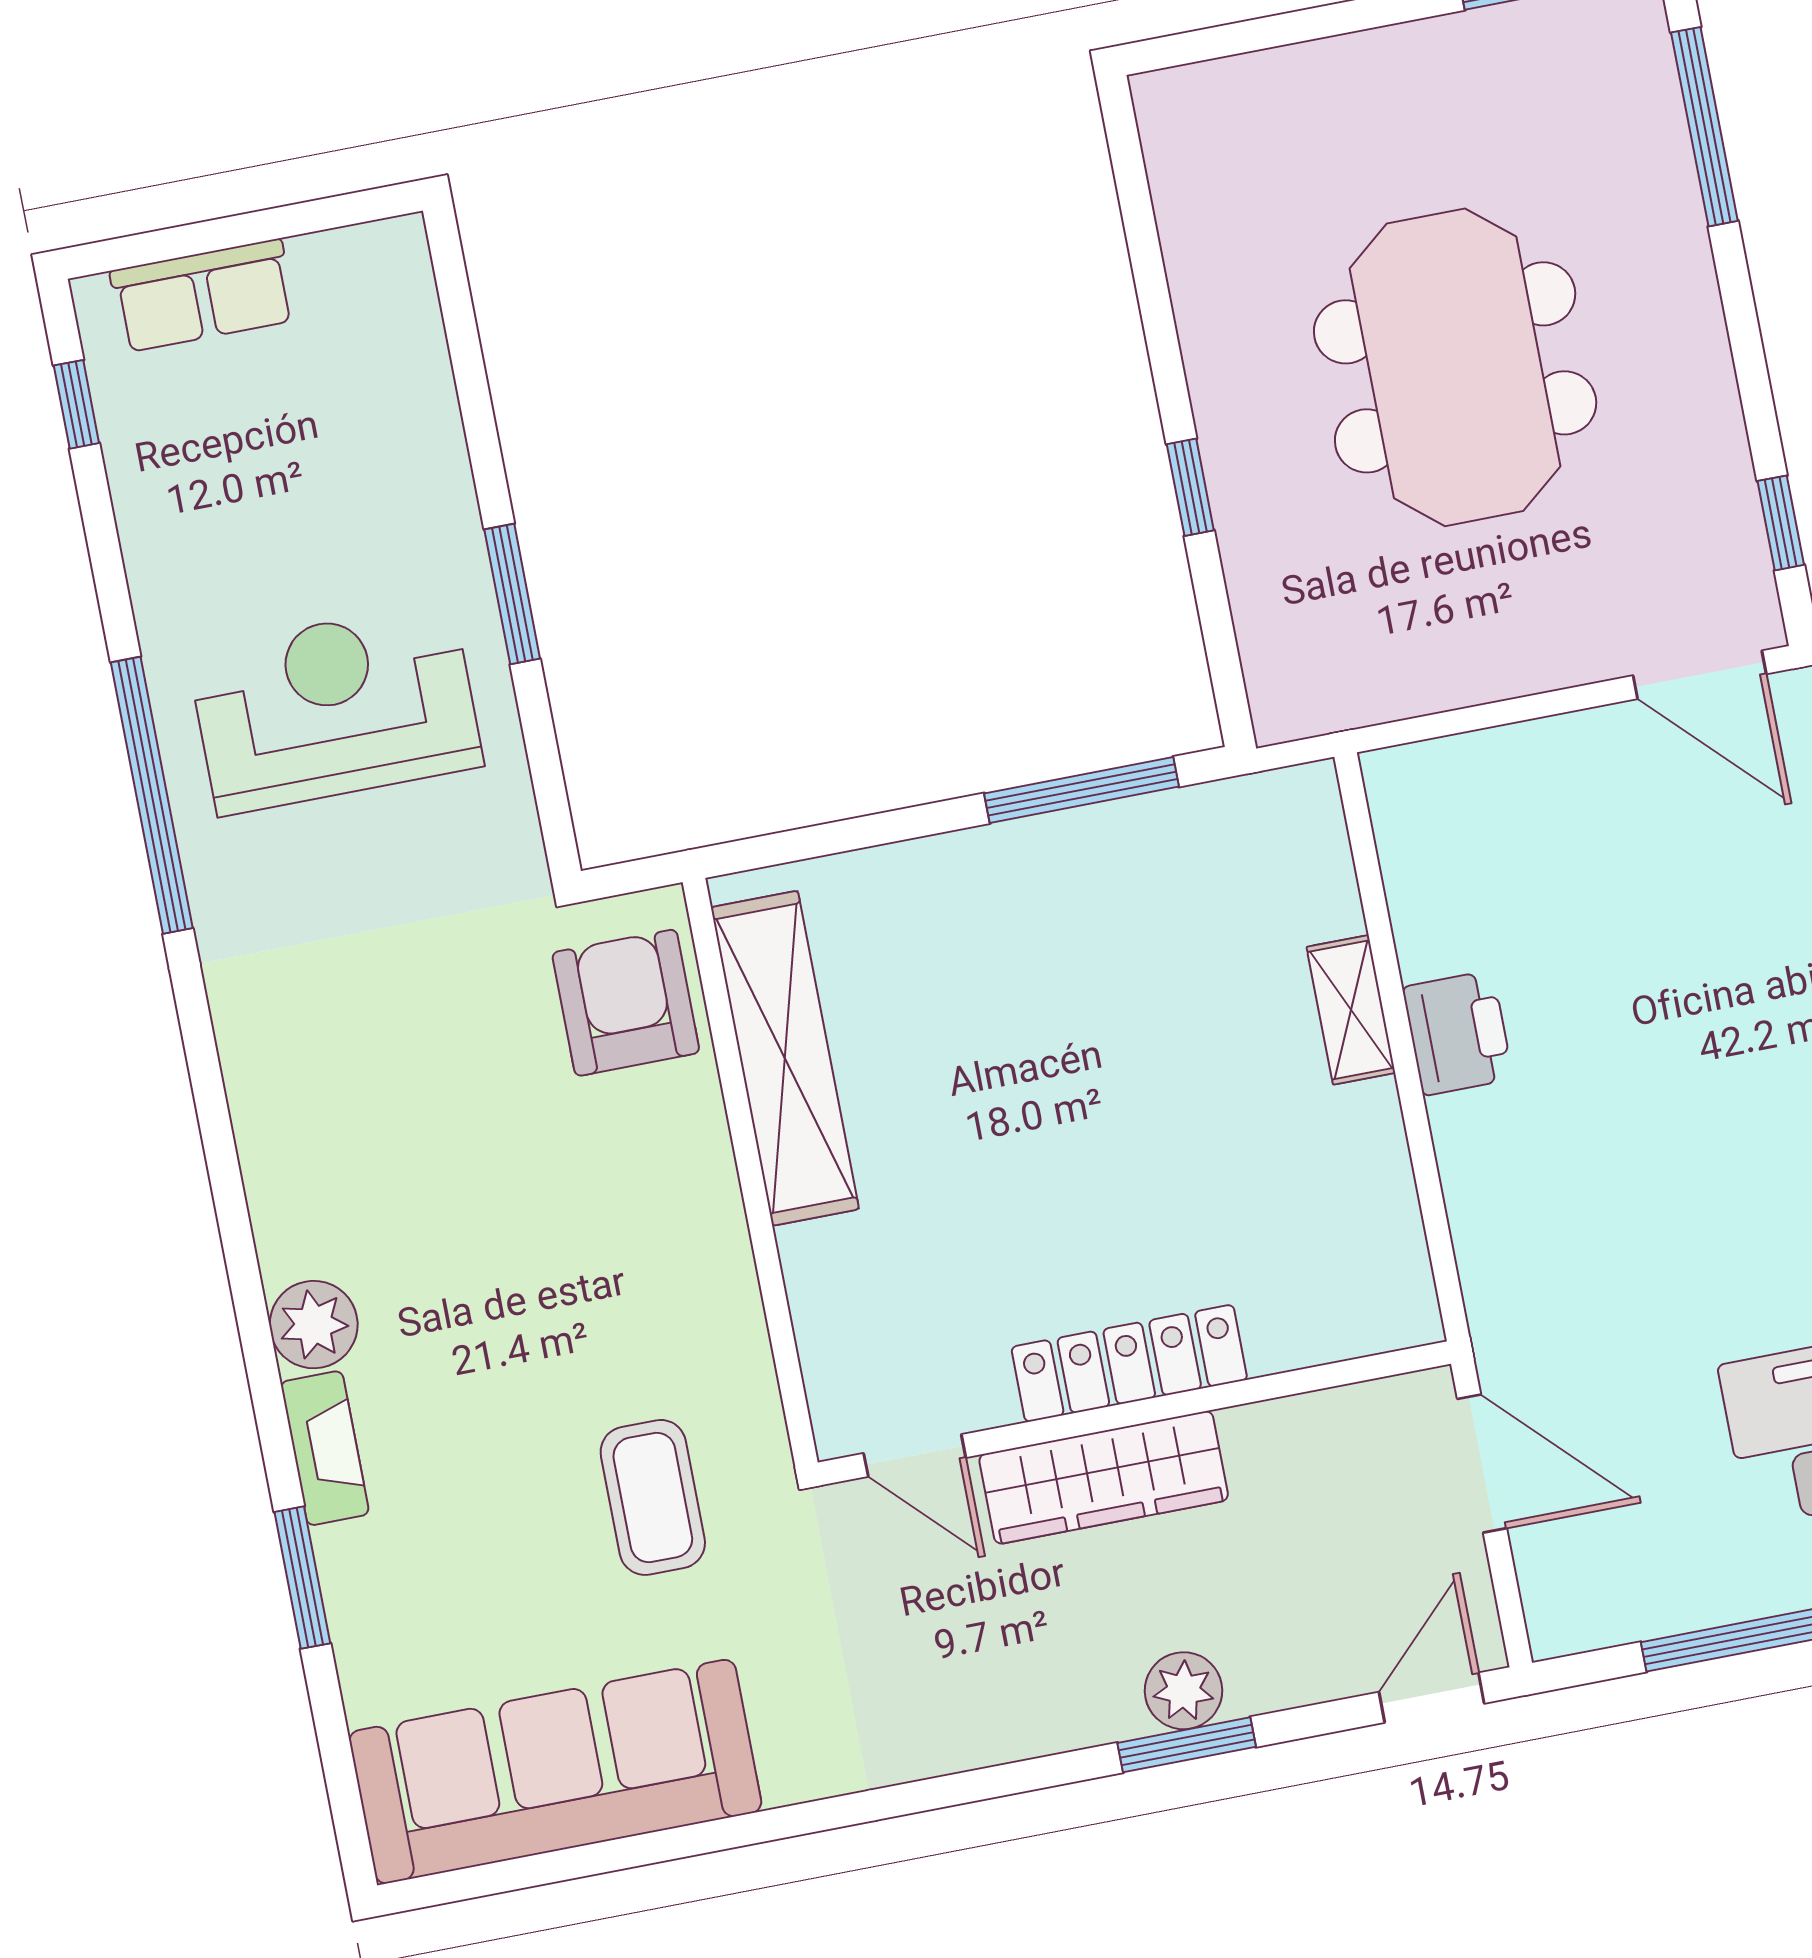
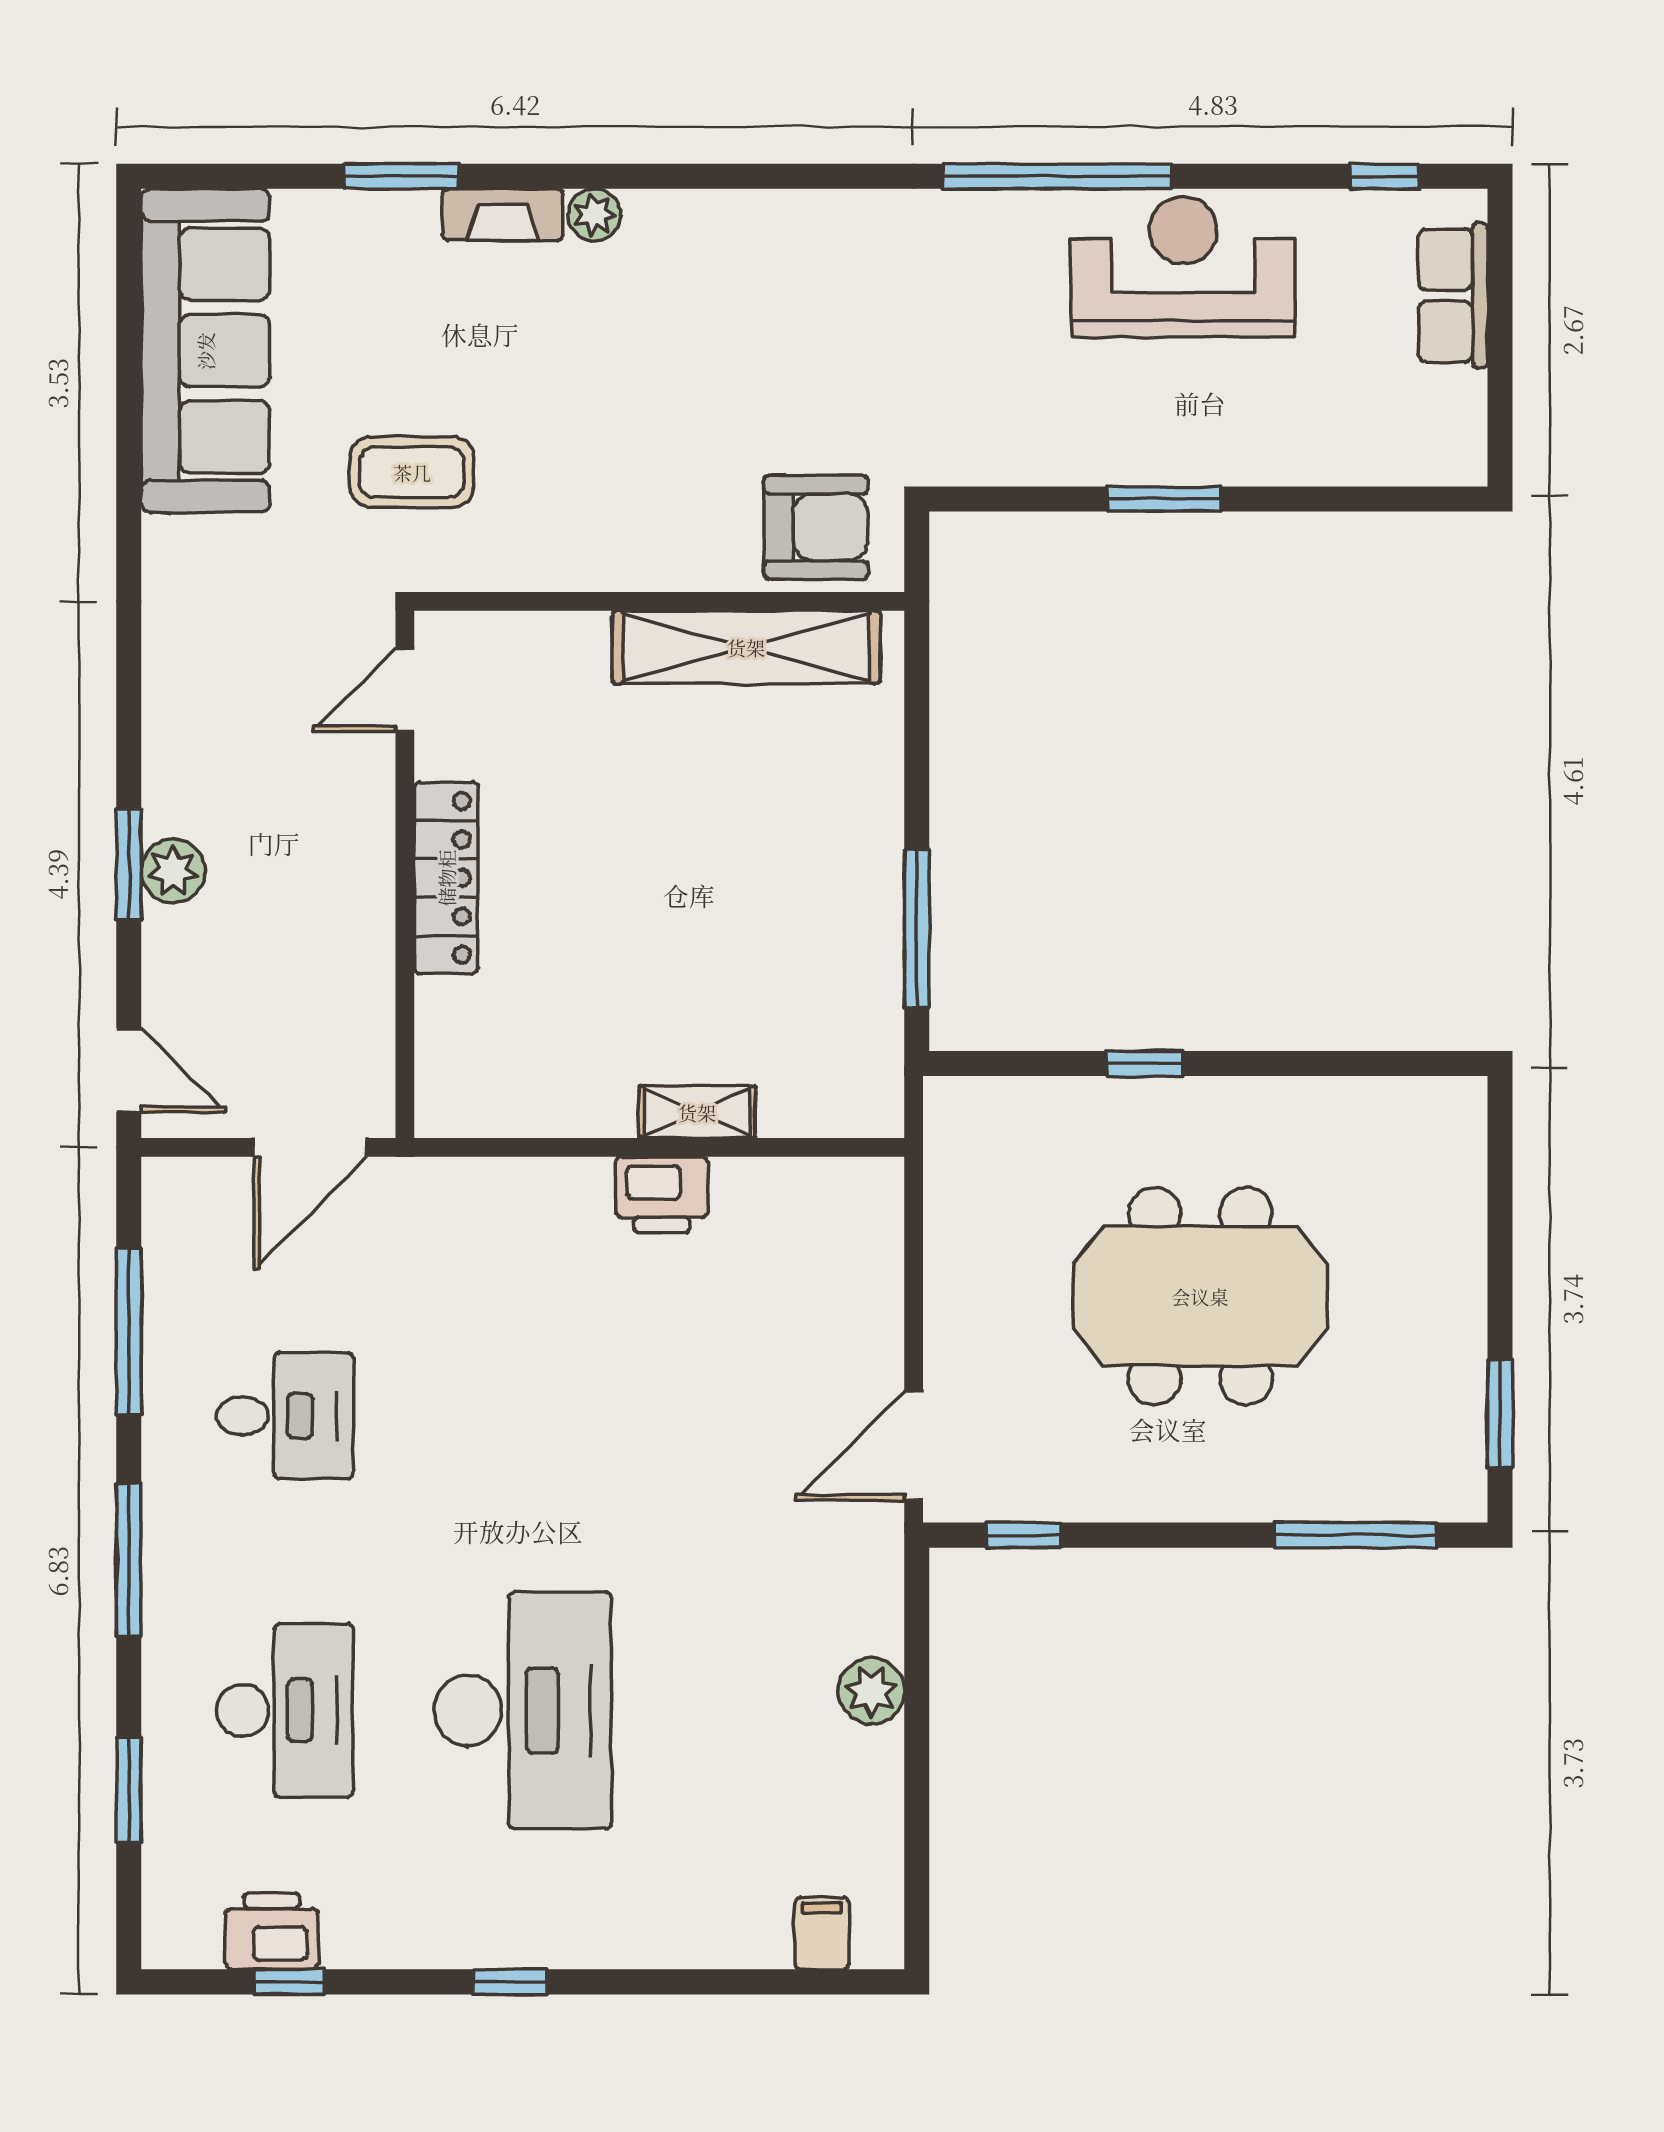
reception desk: (335, 708) -> (1183, 267), moved, turned -90
plant: (314, 1325) -> (594, 215), width x0.73, depth x0.73
wardrobe: (1104, 1477) -> (358, 839), removed

